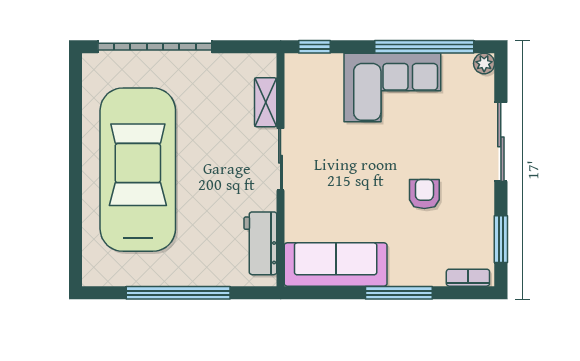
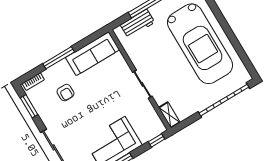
shelving: (266, 102) -> (169, 115), moved
armchair: (424, 194) -> (66, 93), moved
workbench: (260, 243) -> (138, 24), moved, turned 90

